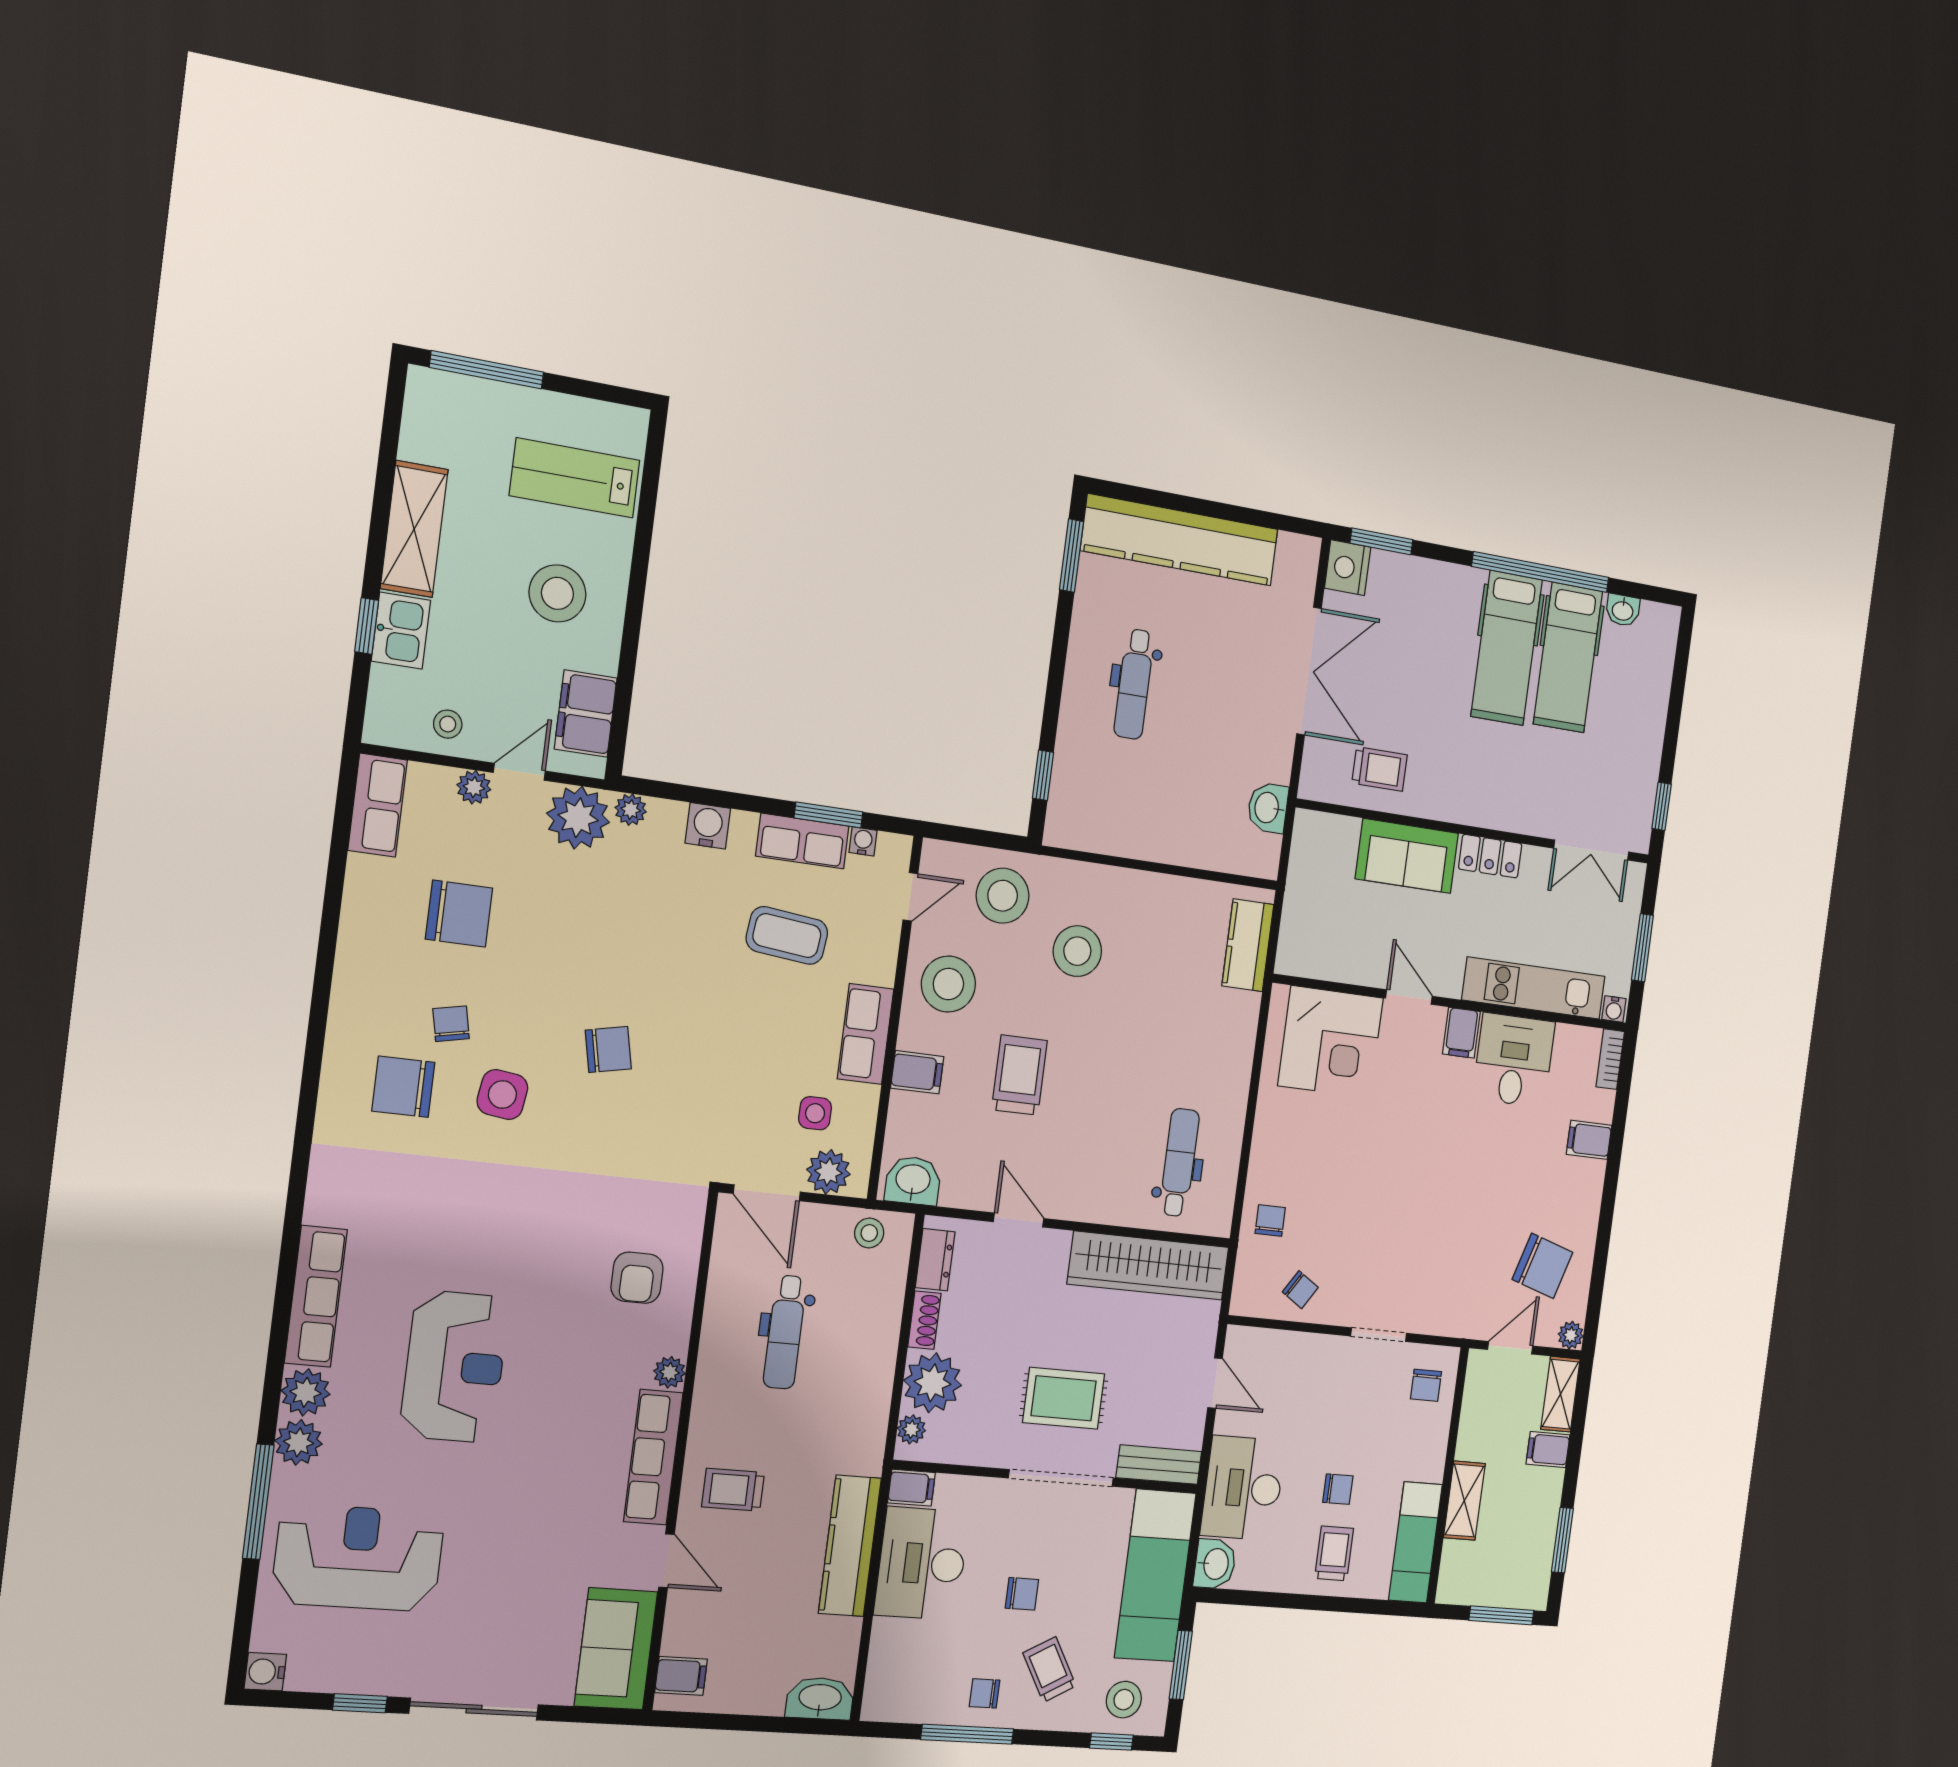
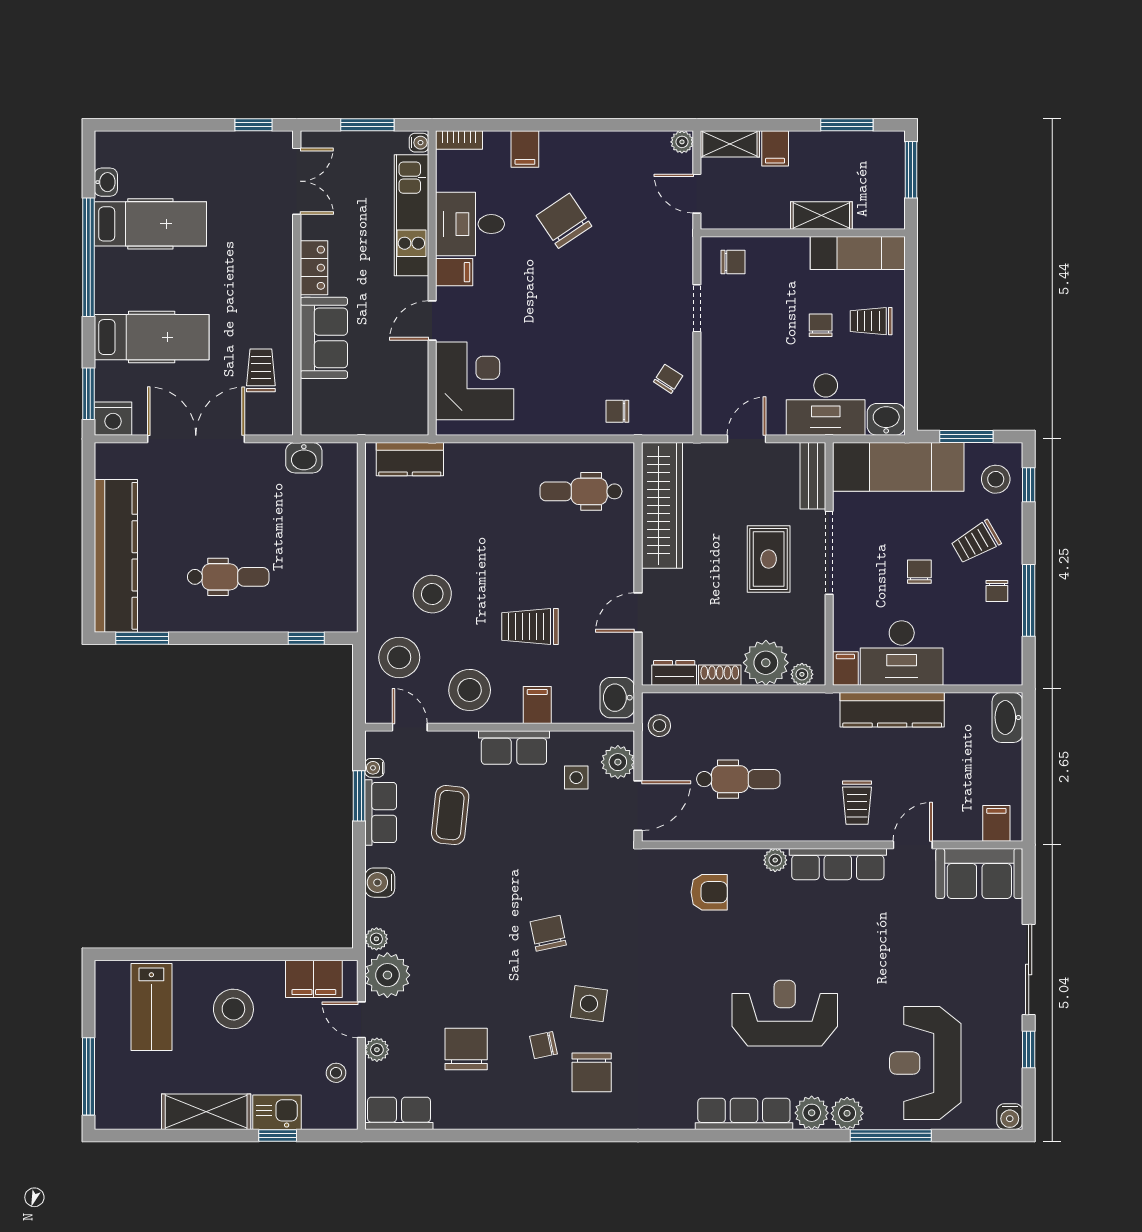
hospital bed: (1507, 648) -> (152, 337), moved
chair: (1543, 1266) -> (564, 221), moved, turned -51

